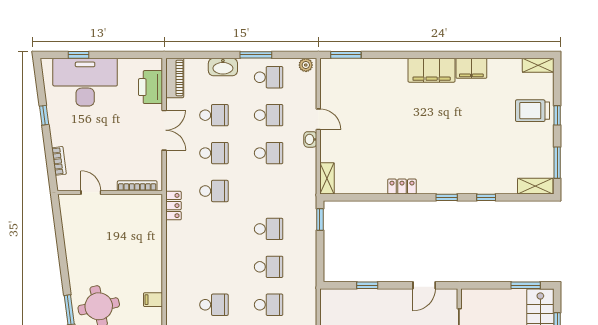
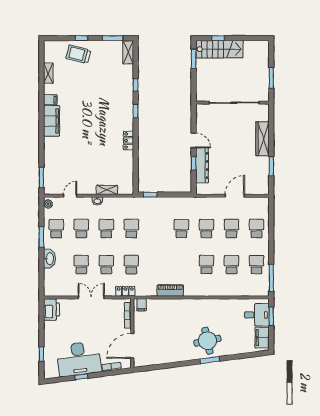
shelving: (538, 65) -> (48, 73), moved
filing cabinet: (471, 68) -> (50, 100), width x0.50
piano: (175, 78) -> (170, 291), moved
desk: (85, 82) -> (79, 359), moved, turned -97
printer: (151, 87) -> (51, 310), moved, turned -90
trolley: (533, 111) -> (78, 54), turned 105
door: (318, 119) -> (70, 196), moved
shelving: (327, 178) -> (107, 190), moved
door: (91, 192) -> (132, 346), width x1.87
locker: (173, 206) -> (125, 291), moved
school desk: (269, 229) -> (131, 229), moved
door: (424, 285) -> (194, 140), moved
dresser: (364, 298) -> (202, 165), added
filing cabinet: (153, 300) -> (141, 305), moved

